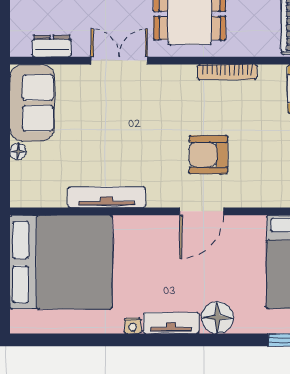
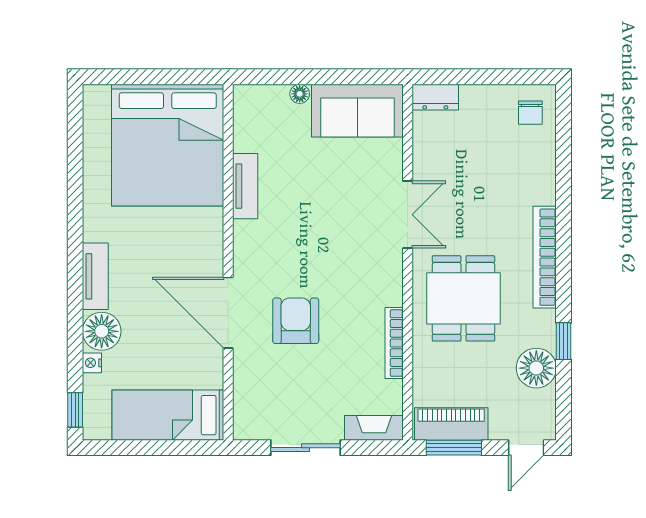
dresser: (52, 46) -> (435, 97), moved, turned 90
tv unit: (107, 197) -> (245, 186), width x0.71
door: (202, 211) -> (228, 313), width x1.36
nightstand: (133, 326) -> (92, 363), moved

